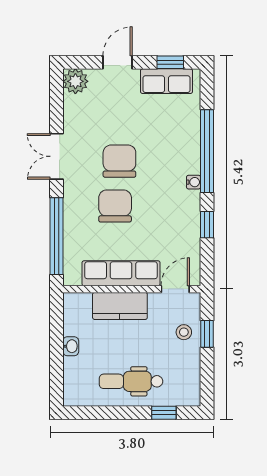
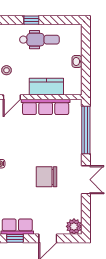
chair: (119, 161) -> (47, 177), turned 90
chair: (115, 206) -> (49, 149), removed
window: (164, 413) -> (31, 20), moved

